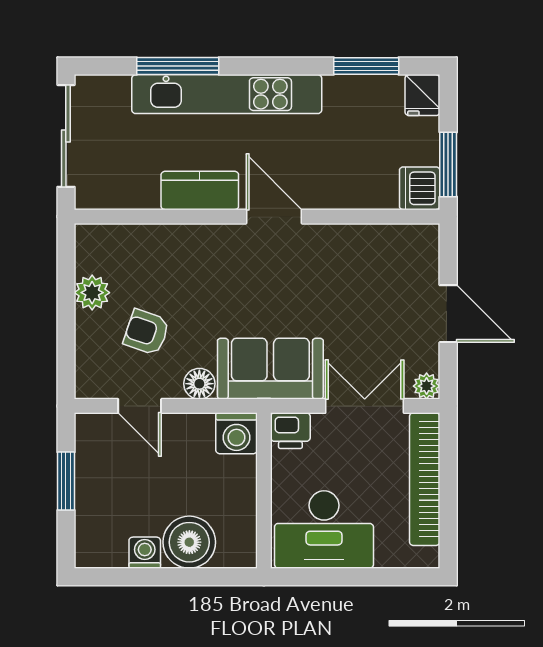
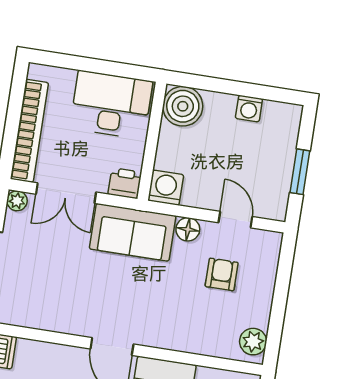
plant: (92, 293) -> (253, 342), moved
armchair: (146, 332) -> (222, 274), turned -109
boiler: (189, 542) -> (183, 106), moved

